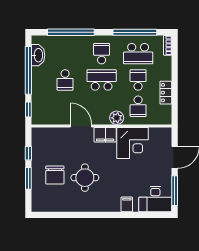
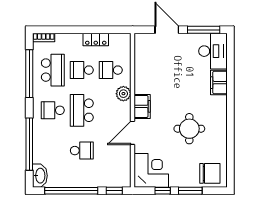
washbasin: (38, 55) -> (40, 176), moved, turned 90
school desk: (138, 106) -> (111, 70), turned 180
corner desk: (133, 143) -> (151, 170), moved
chair: (55, 175) -> (210, 173), moved
filing cabinet: (127, 204) -> (219, 83), width x2.00

